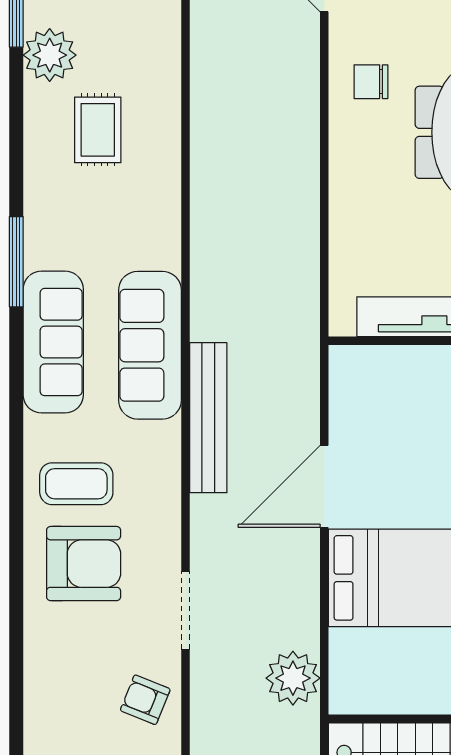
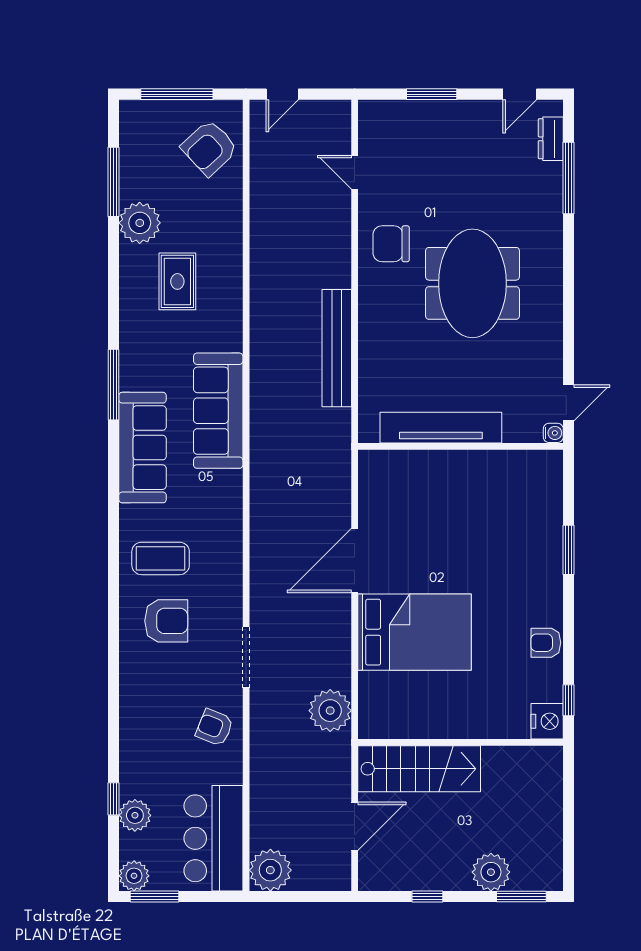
chair: (371, 82) -> (391, 244), width x1.37, depth x1.37
sofa: (150, 345) -> (218, 411), moved
bench: (208, 418) -> (337, 348), moved
armchair: (84, 564) -> (166, 621), width x0.73, depth x0.73

